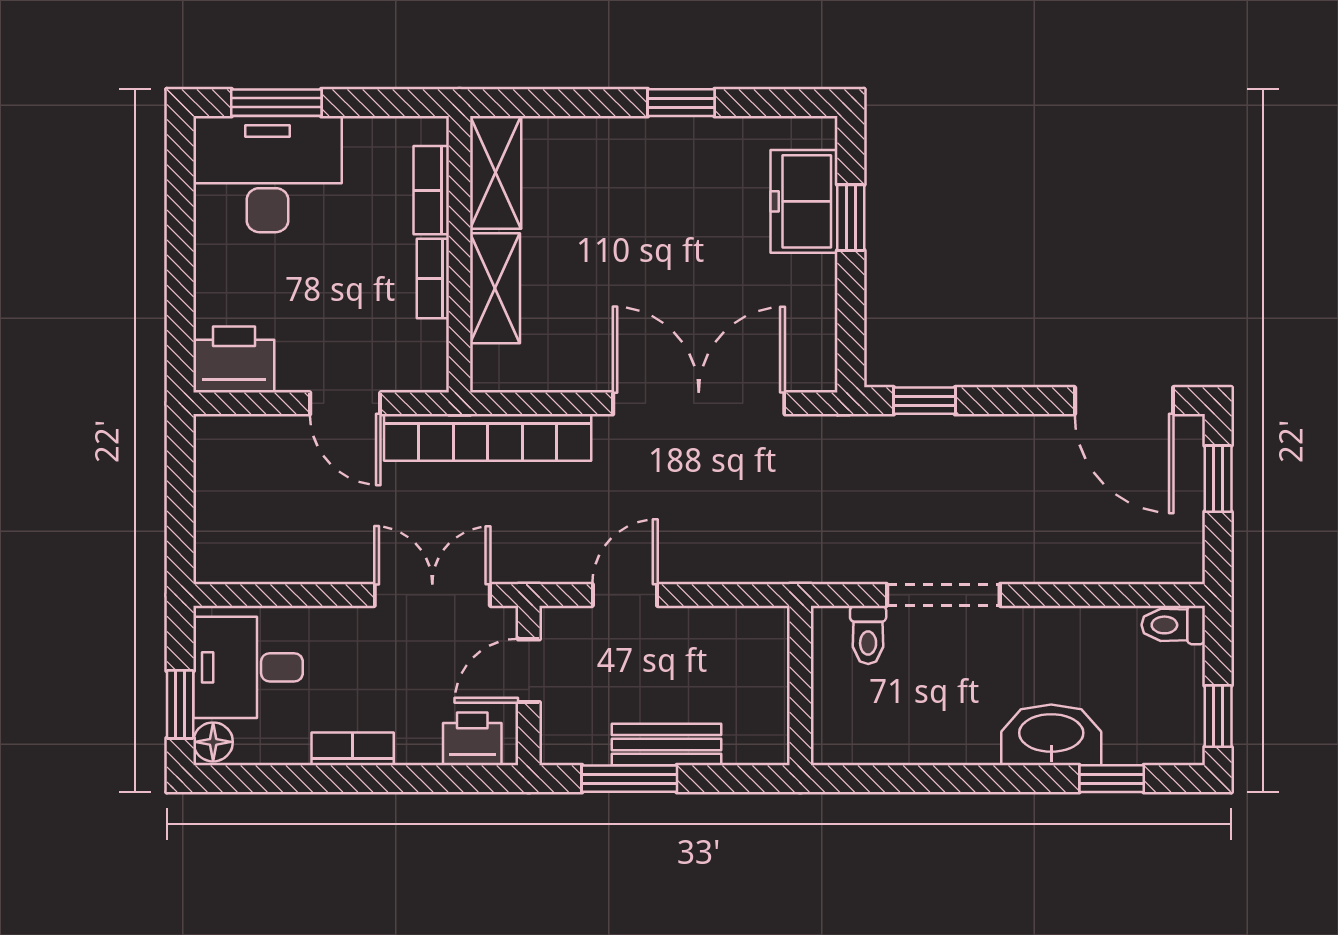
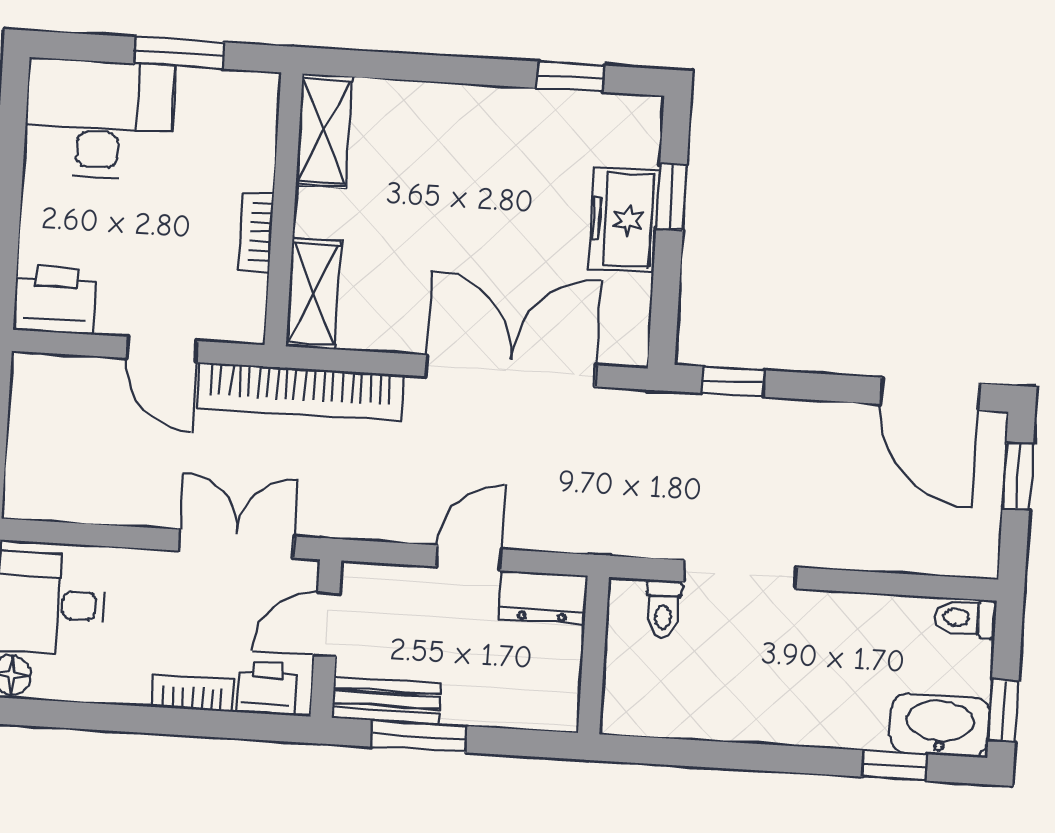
window: (276, 103) -> (179, 53), moved
window: (681, 103) -> (571, 77), moved
bookcase: (431, 190) -> (260, 144), removed
freezer: (804, 201) -> (624, 220), moved
shelving: (495, 288) -> (313, 294), moved
door: (625, 595) -> (469, 558), moved
dresser: (746, 630) -> (543, 597), added
washbasin: (1051, 735) -> (940, 725), moved
bench: (667, 744) -> (387, 701), moved
bookcase: (353, 749) -> (193, 693), moved

